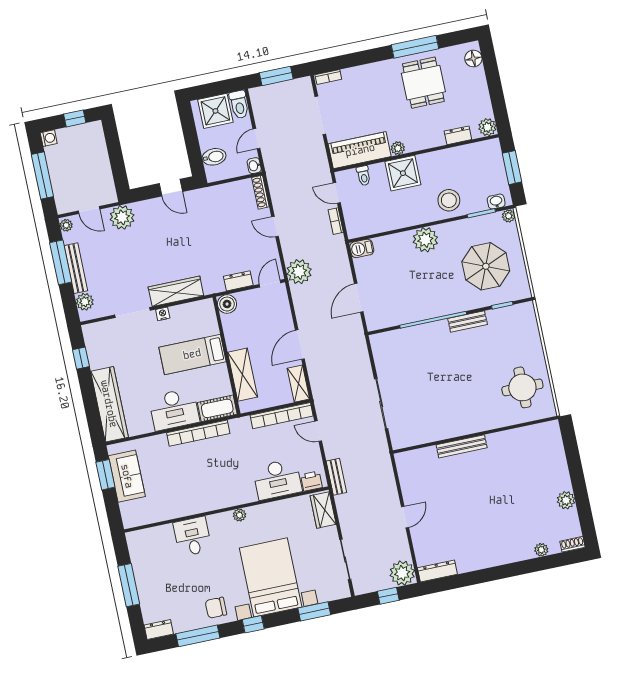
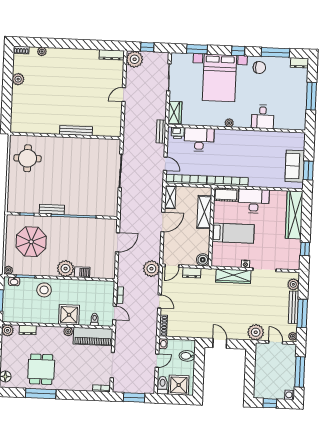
barbecue: (362, 248) -> (82, 272), moved
bookcase: (198, 433) -> (228, 181), moved

